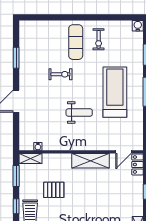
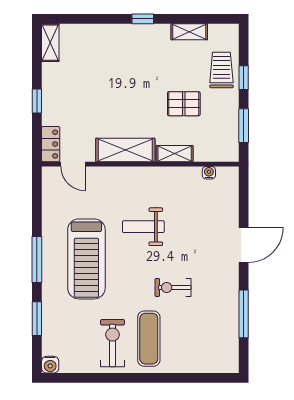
exercise bike: (99, 39) -> (113, 343), width x1.38, depth x1.39
window: (16, 58) -> (244, 314), width x1.44
door: (123, 152) -> (73, 164), swing flipped
shelving: (30, 159) -> (175, 154), moved

